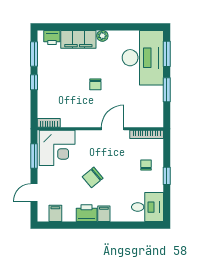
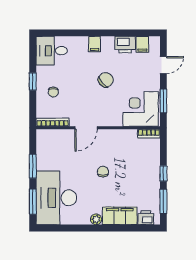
printer: (87, 213) -> (125, 45), moved

